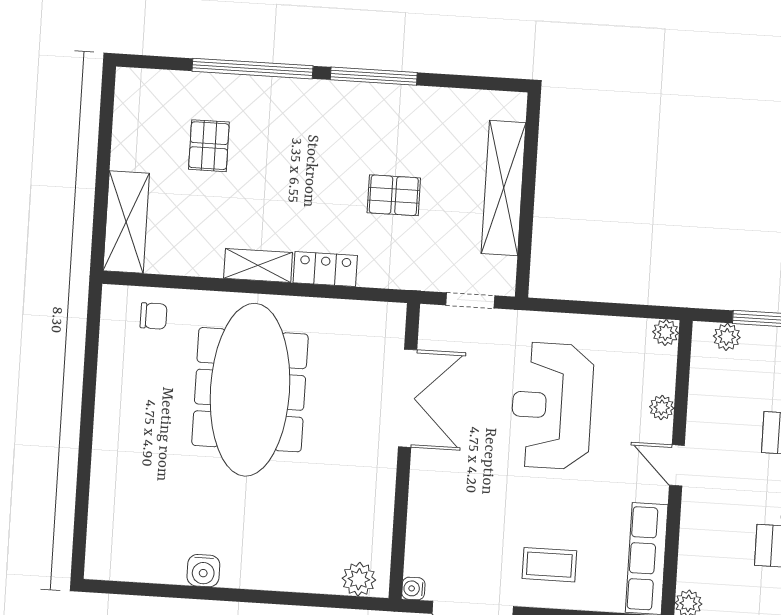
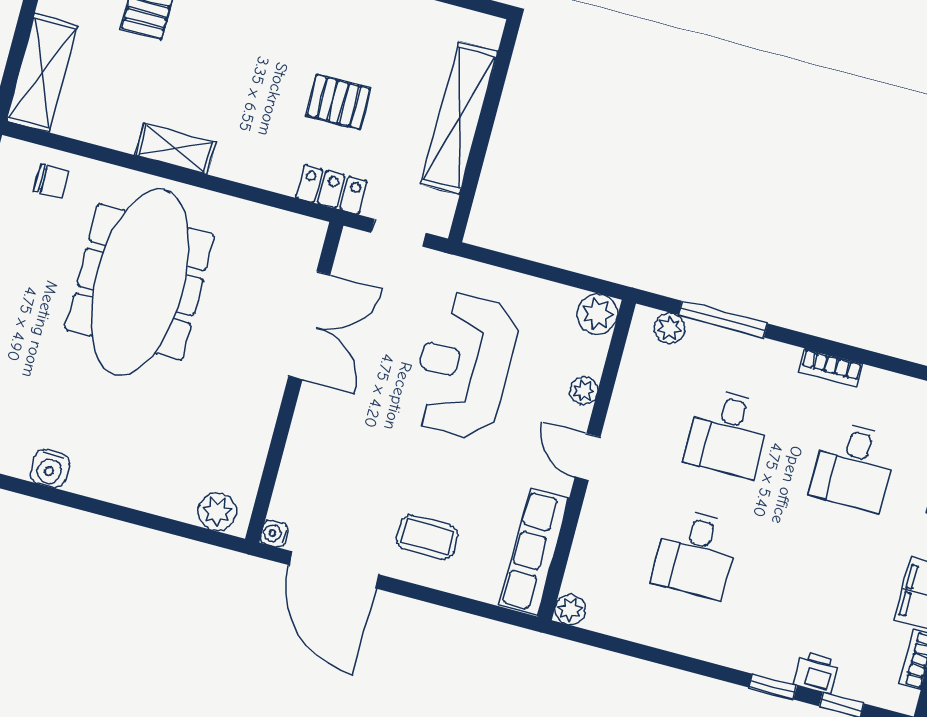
locker: (325, 269) -> (331, 189), moved
plant: (666, 332) -> (597, 314), width x1.38, depth x1.38

